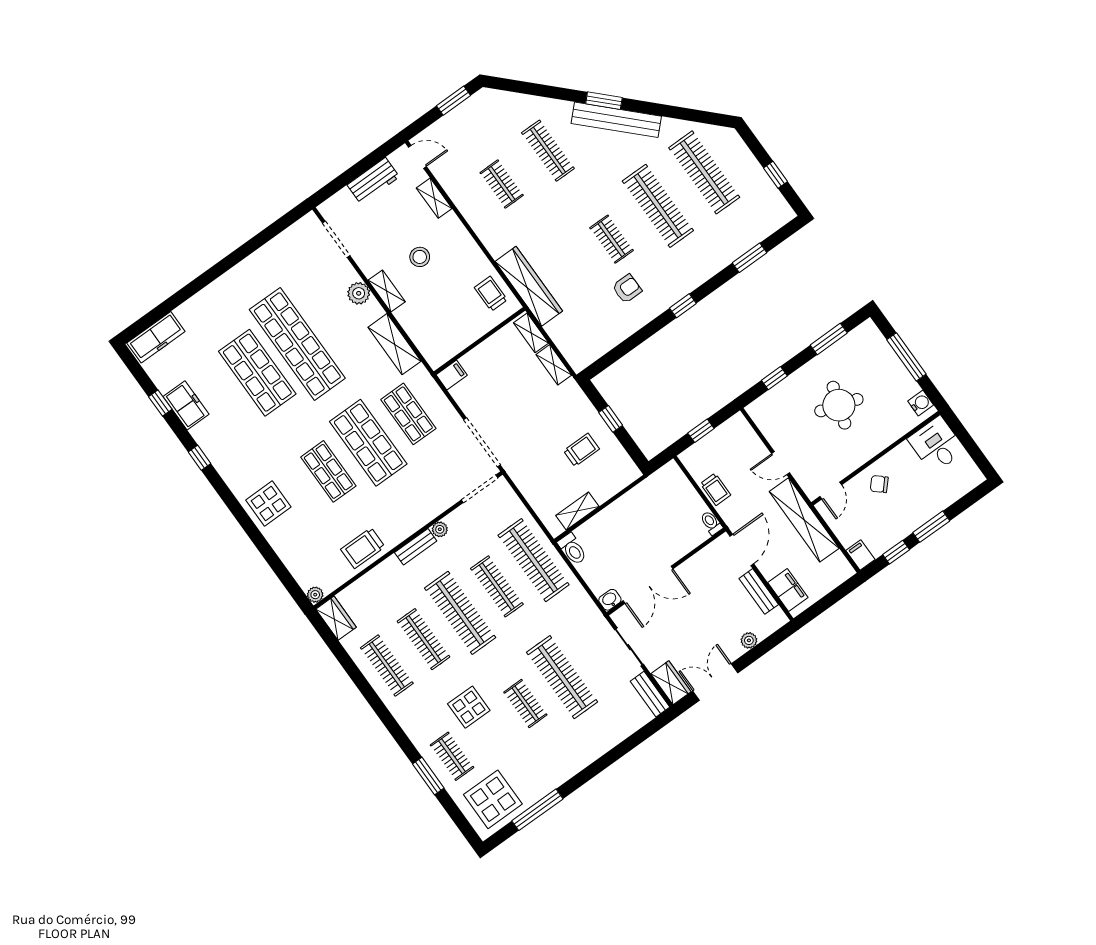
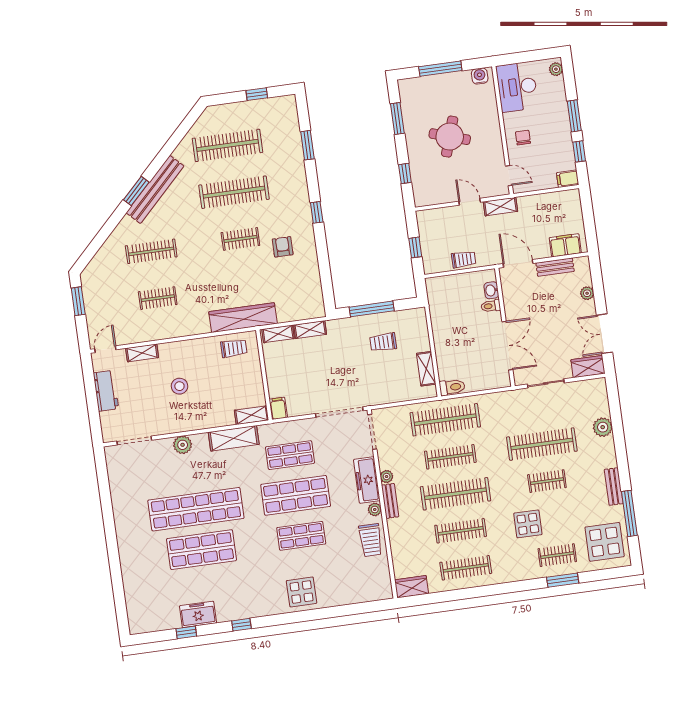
shelving: (387, 291) -> (251, 415), moved
trolley: (491, 294) -> (234, 348), turned 180
freezer: (156, 337) -> (367, 480), moved, turned 180
window: (611, 419) -> (372, 309), width x2.17
desk: (936, 445) -> (517, 87), width x1.37
trolley: (581, 450) -> (383, 342), turned -90
door: (781, 463) -> (470, 202), swing flipped
plant: (971, 481) -> (556, 69), added
chair: (879, 484) -> (523, 138), turned 138
shelving: (804, 520) -> (500, 207), width x0.45, depth x0.75
toilet: (711, 523) -> (491, 306), moved
plant: (315, 595) -> (375, 509), moved
washbasin: (610, 600) -> (491, 290), moved
bench: (650, 694) -> (614, 487), moved, turned 90
plant: (614, 733) -> (603, 427), added

